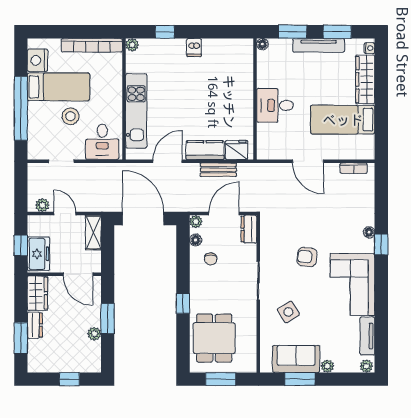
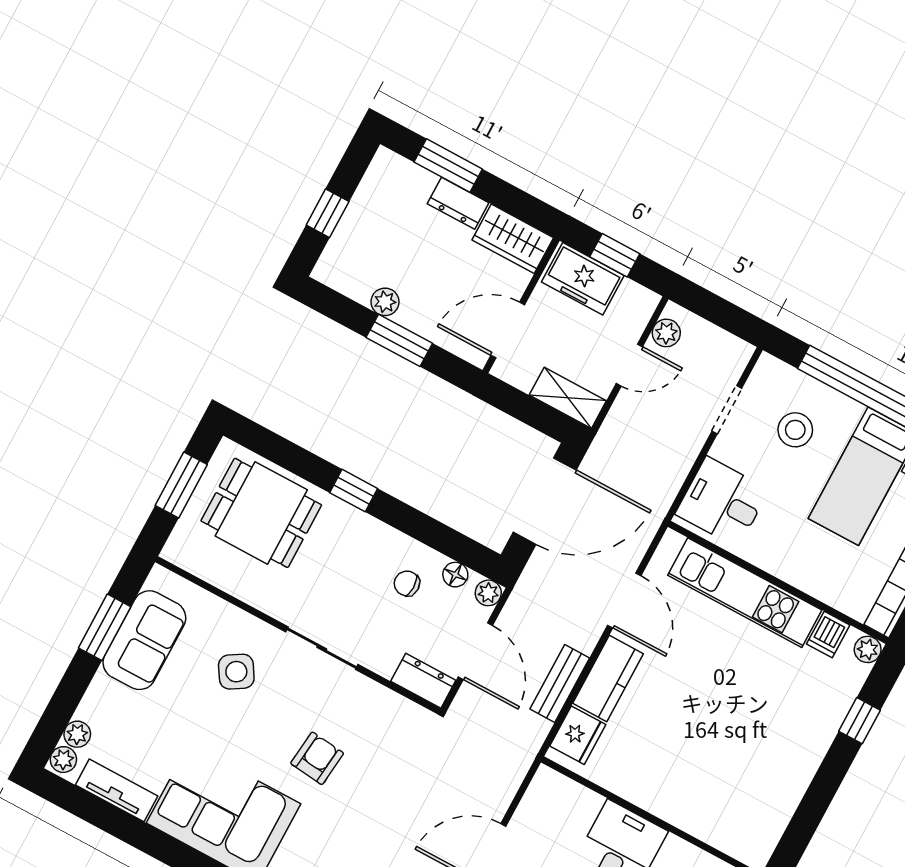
dishwasher: (194, 48) -> (828, 634), moved, turned -90
stool: (70, 116) -> (795, 430), moved
plant: (327, 366) -> (77, 734), moved

